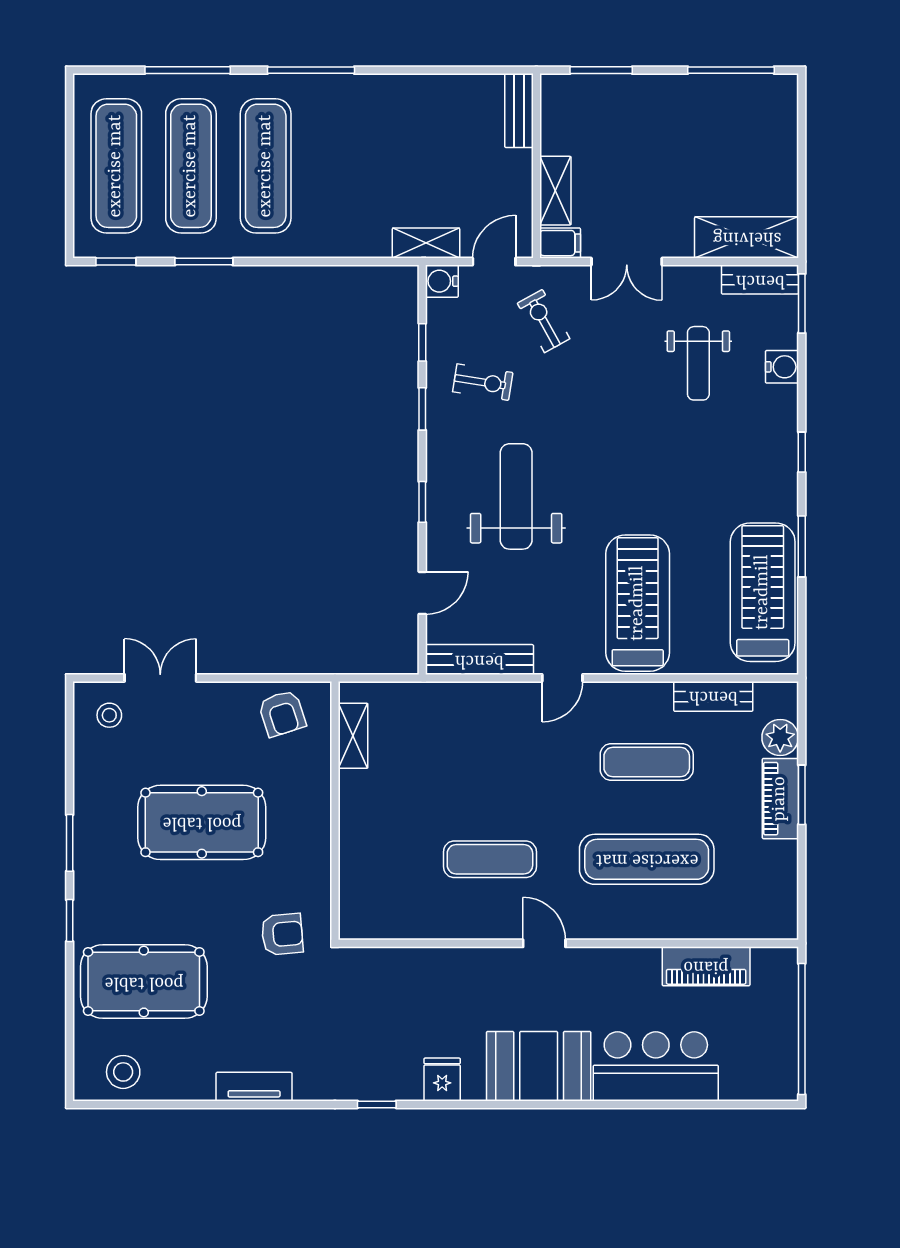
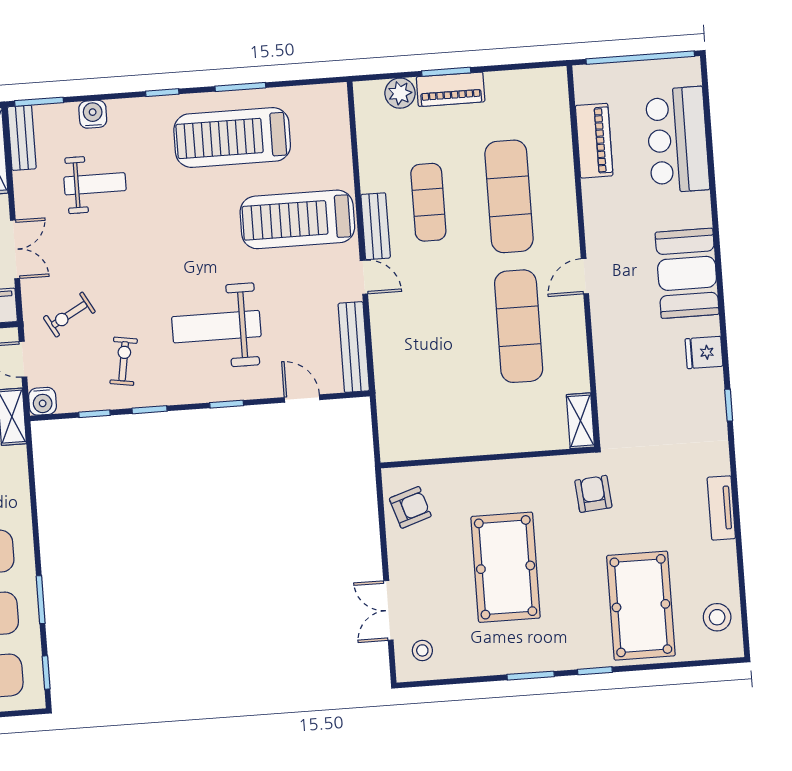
treadmill: (763, 592) -> (232, 138), moved
bench: (713, 696) -> (376, 226), moved
shelving: (353, 736) -> (580, 421), moved, turned 90
exercise mat: (490, 859) -> (519, 326), width x1.36, depth x1.45
bar counter: (656, 1066) -> (677, 140), moved

